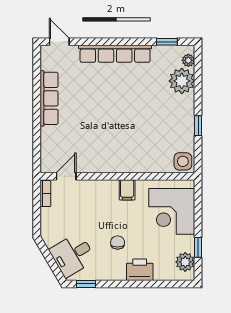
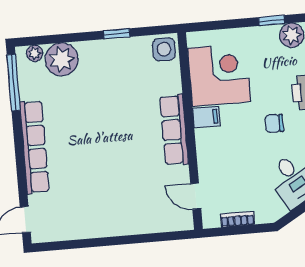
window: (167, 42) -> (13, 83), width x2.17
row of seats: (49, 98) -> (174, 130), moved, turned -90
bookcase: (45, 194) -> (237, 219), moved
corner desk: (172, 211) -> (219, 75), moved, turned -90

